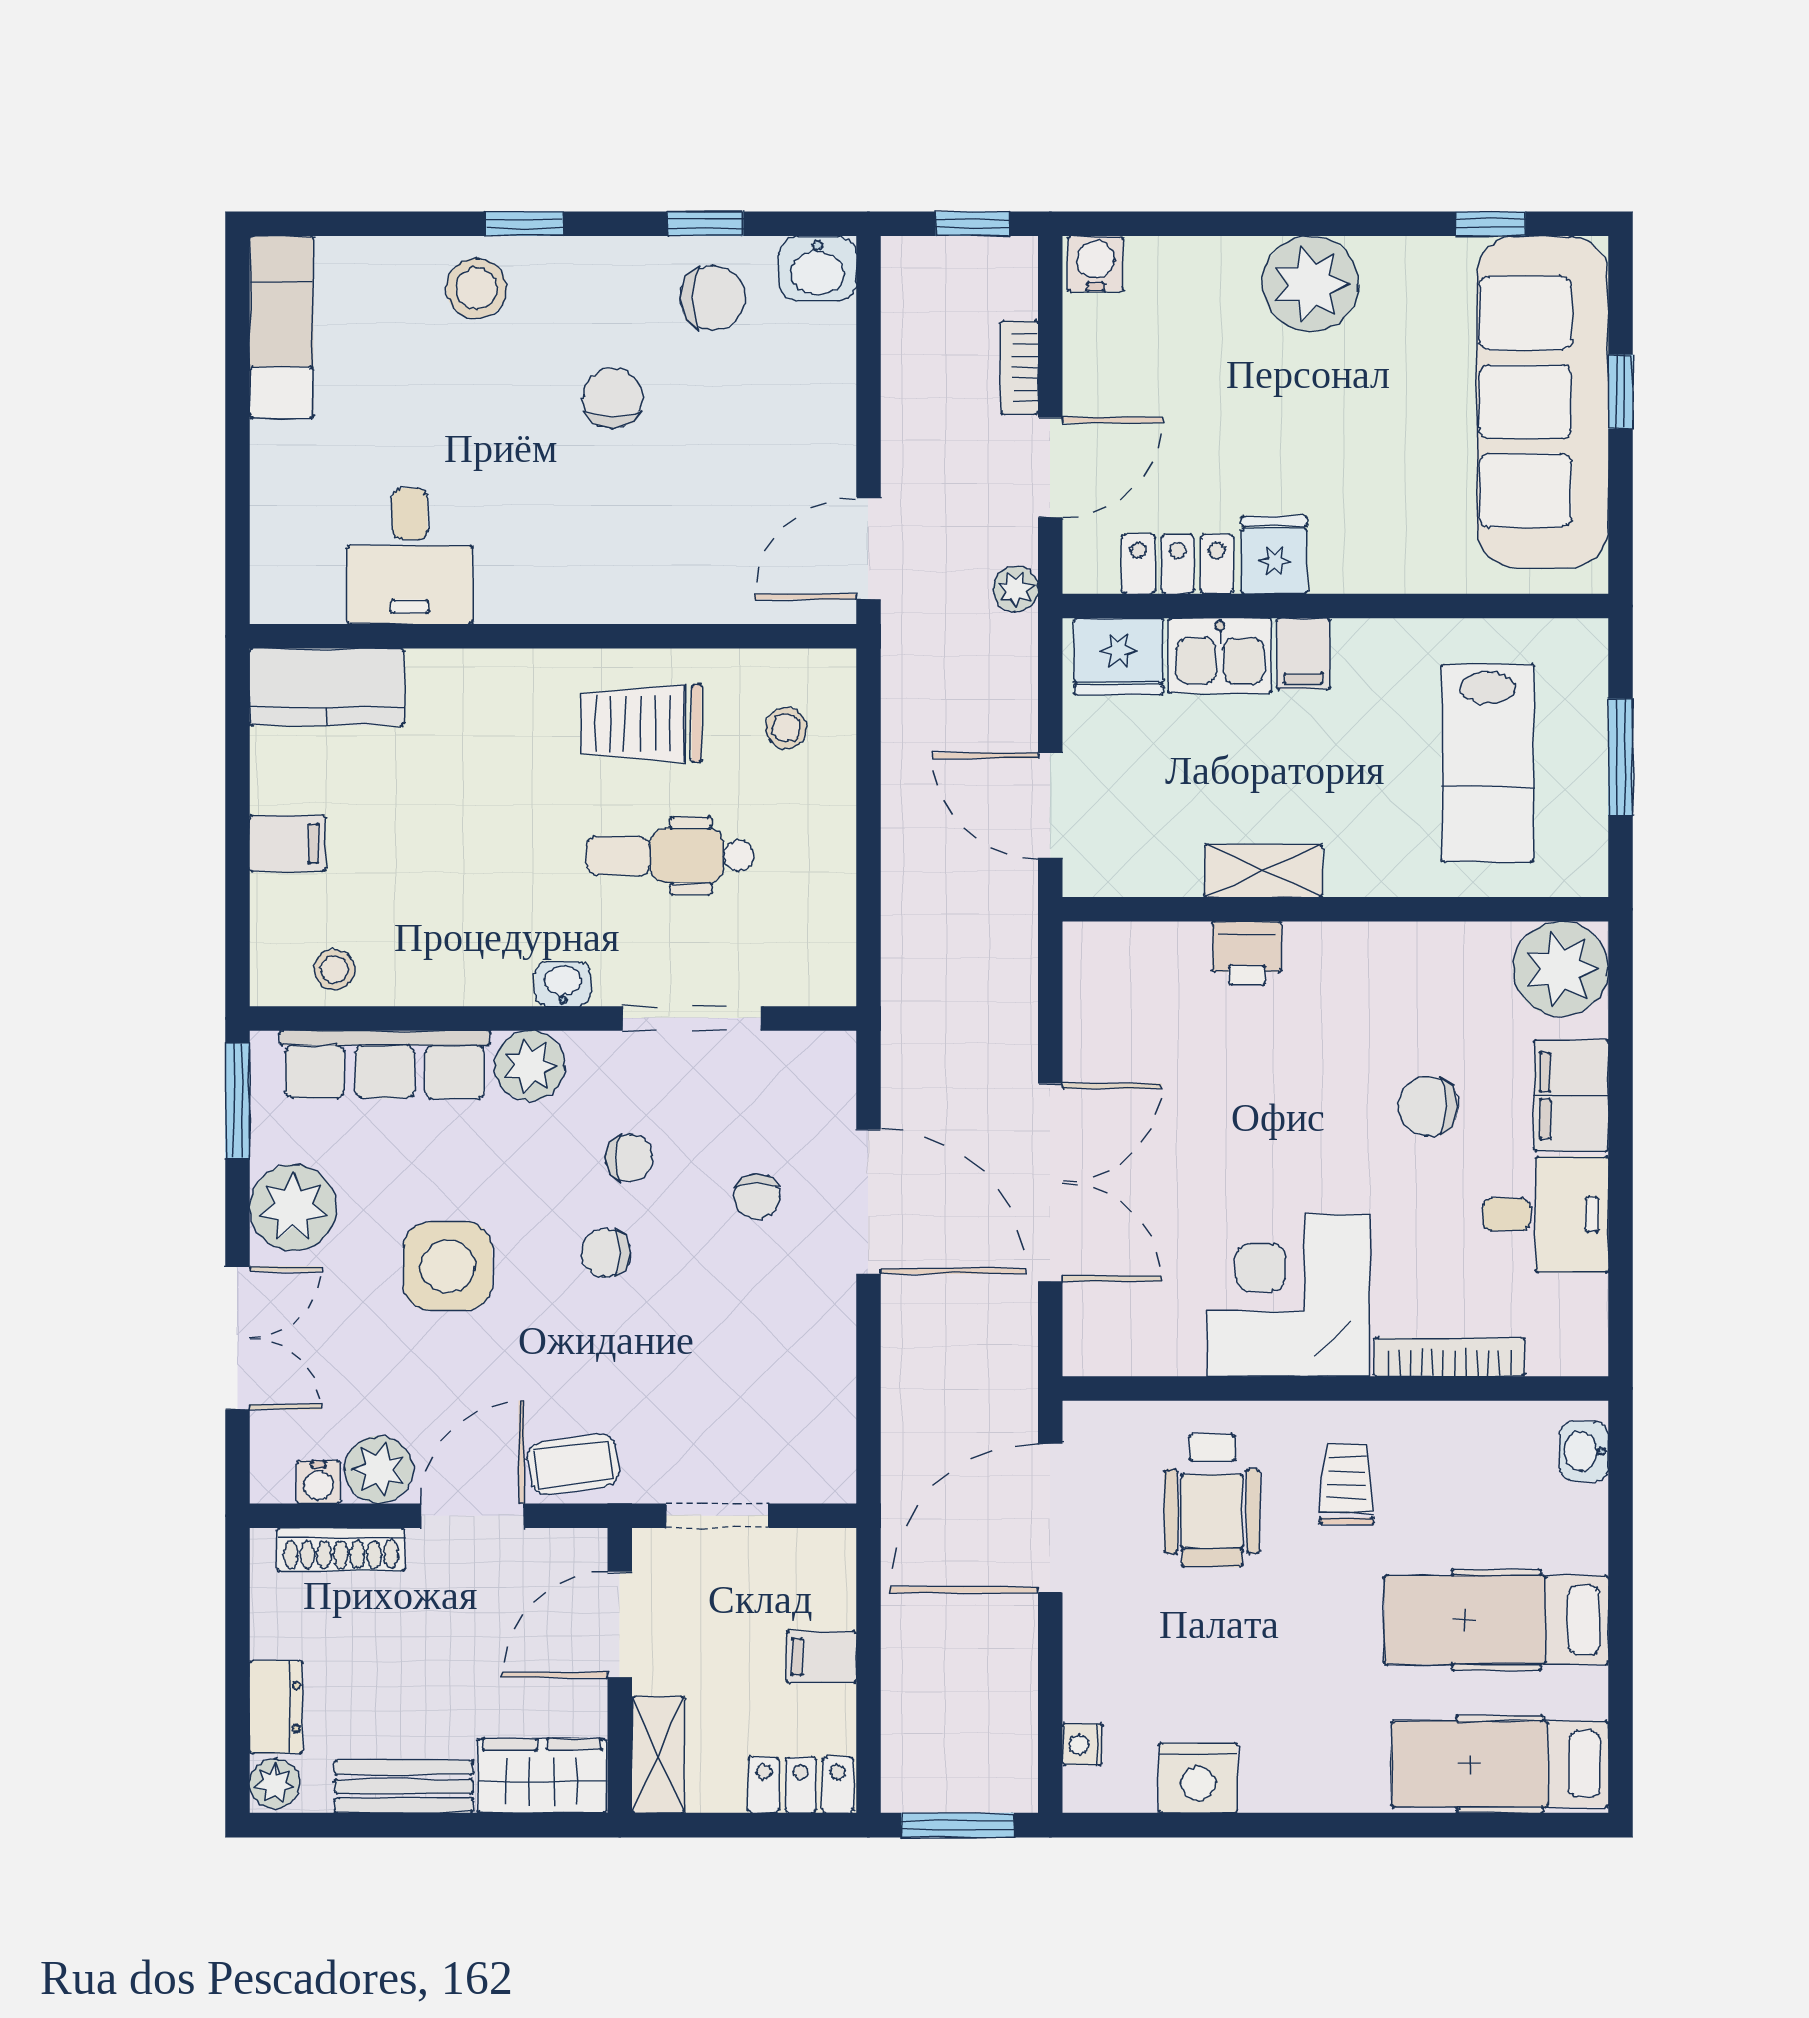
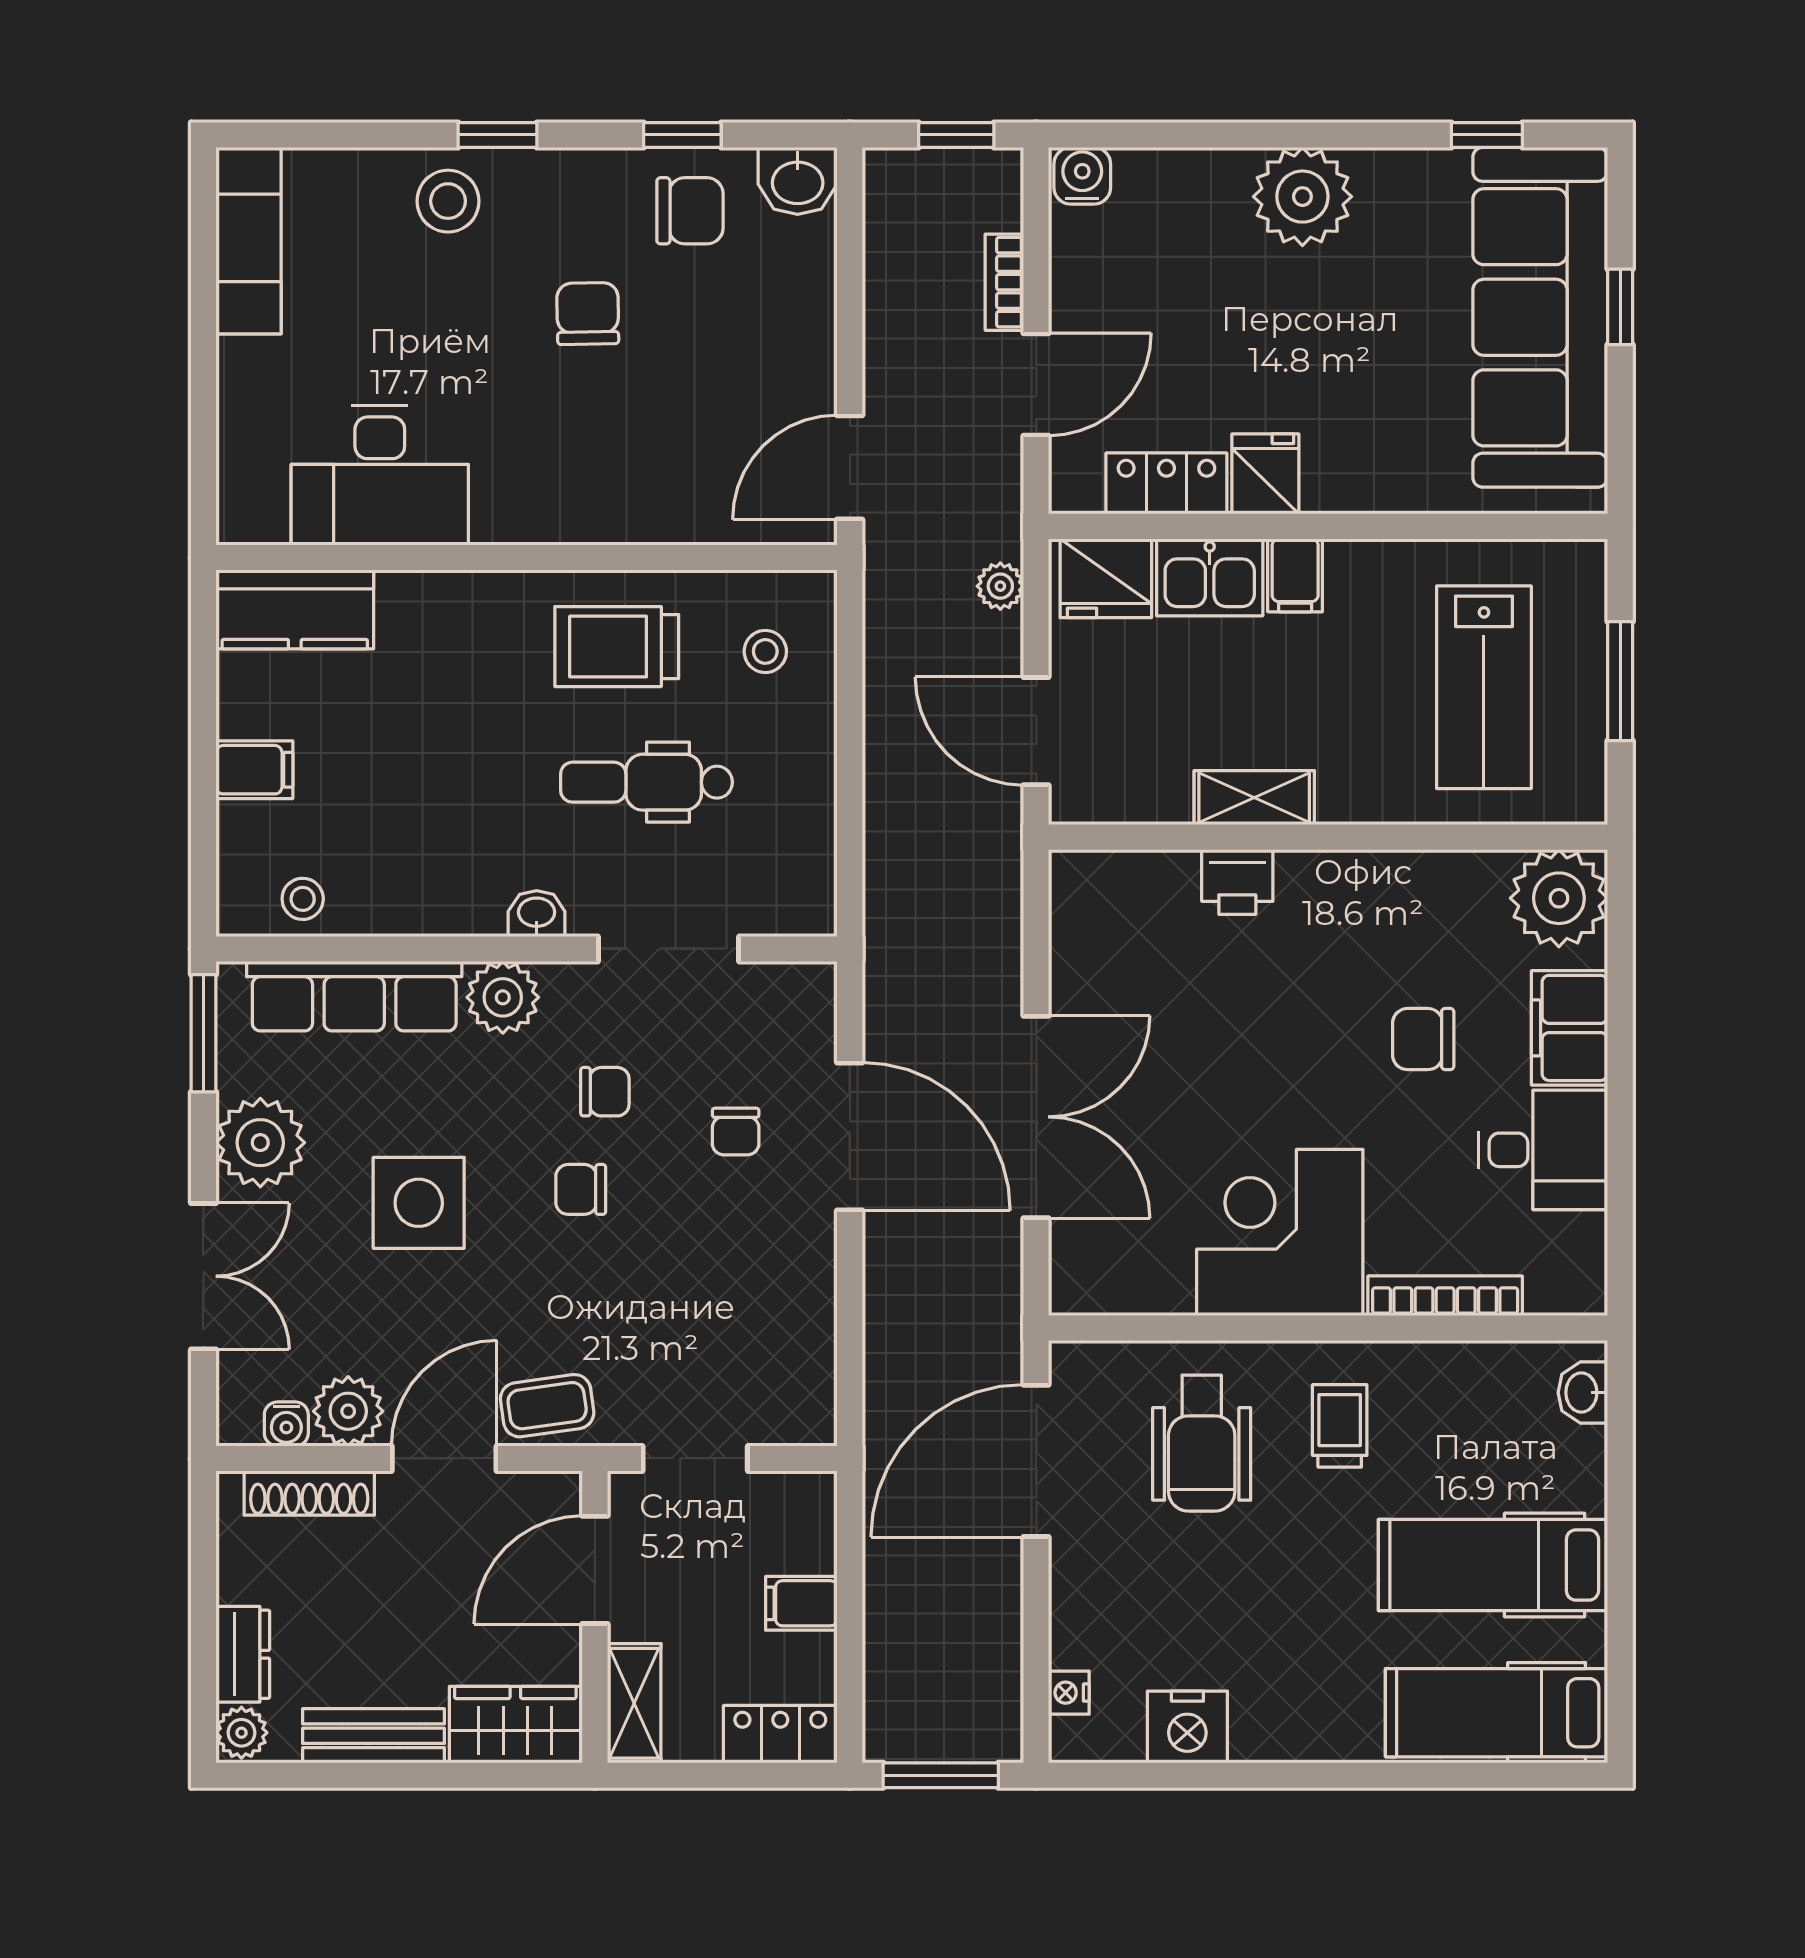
desk: (410, 556) -> (380, 475), width x1.37
plant: (1015, 589) -> (1000, 586), moved

